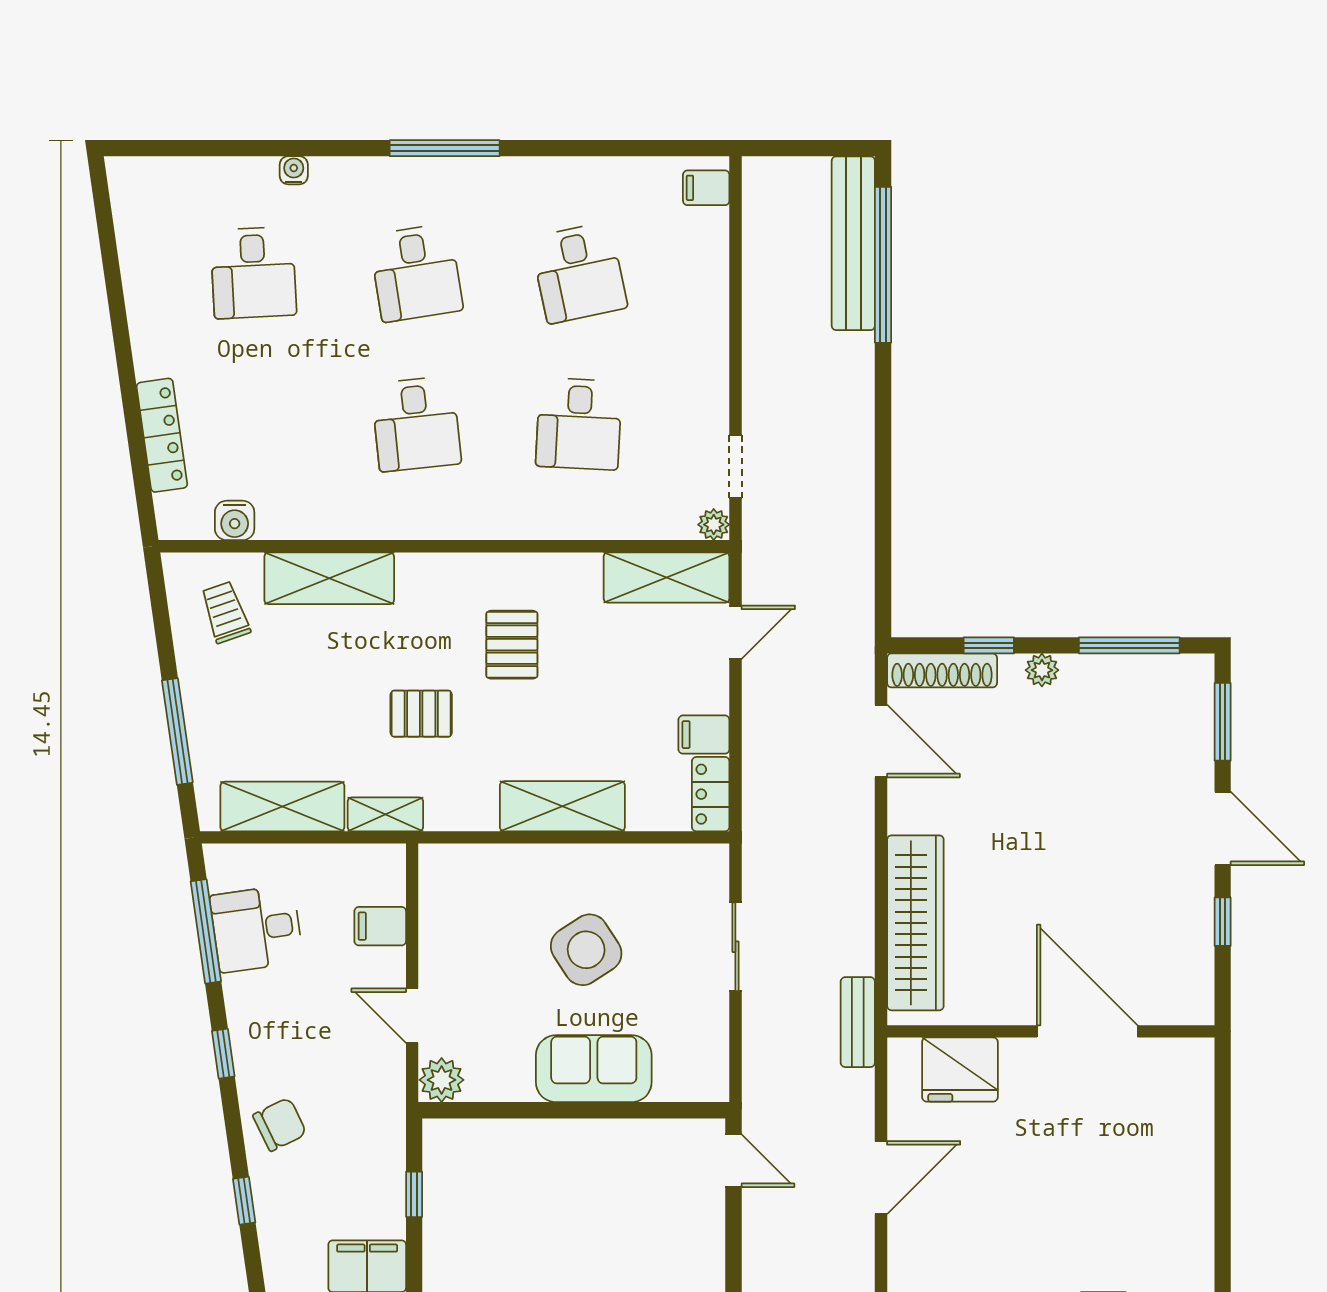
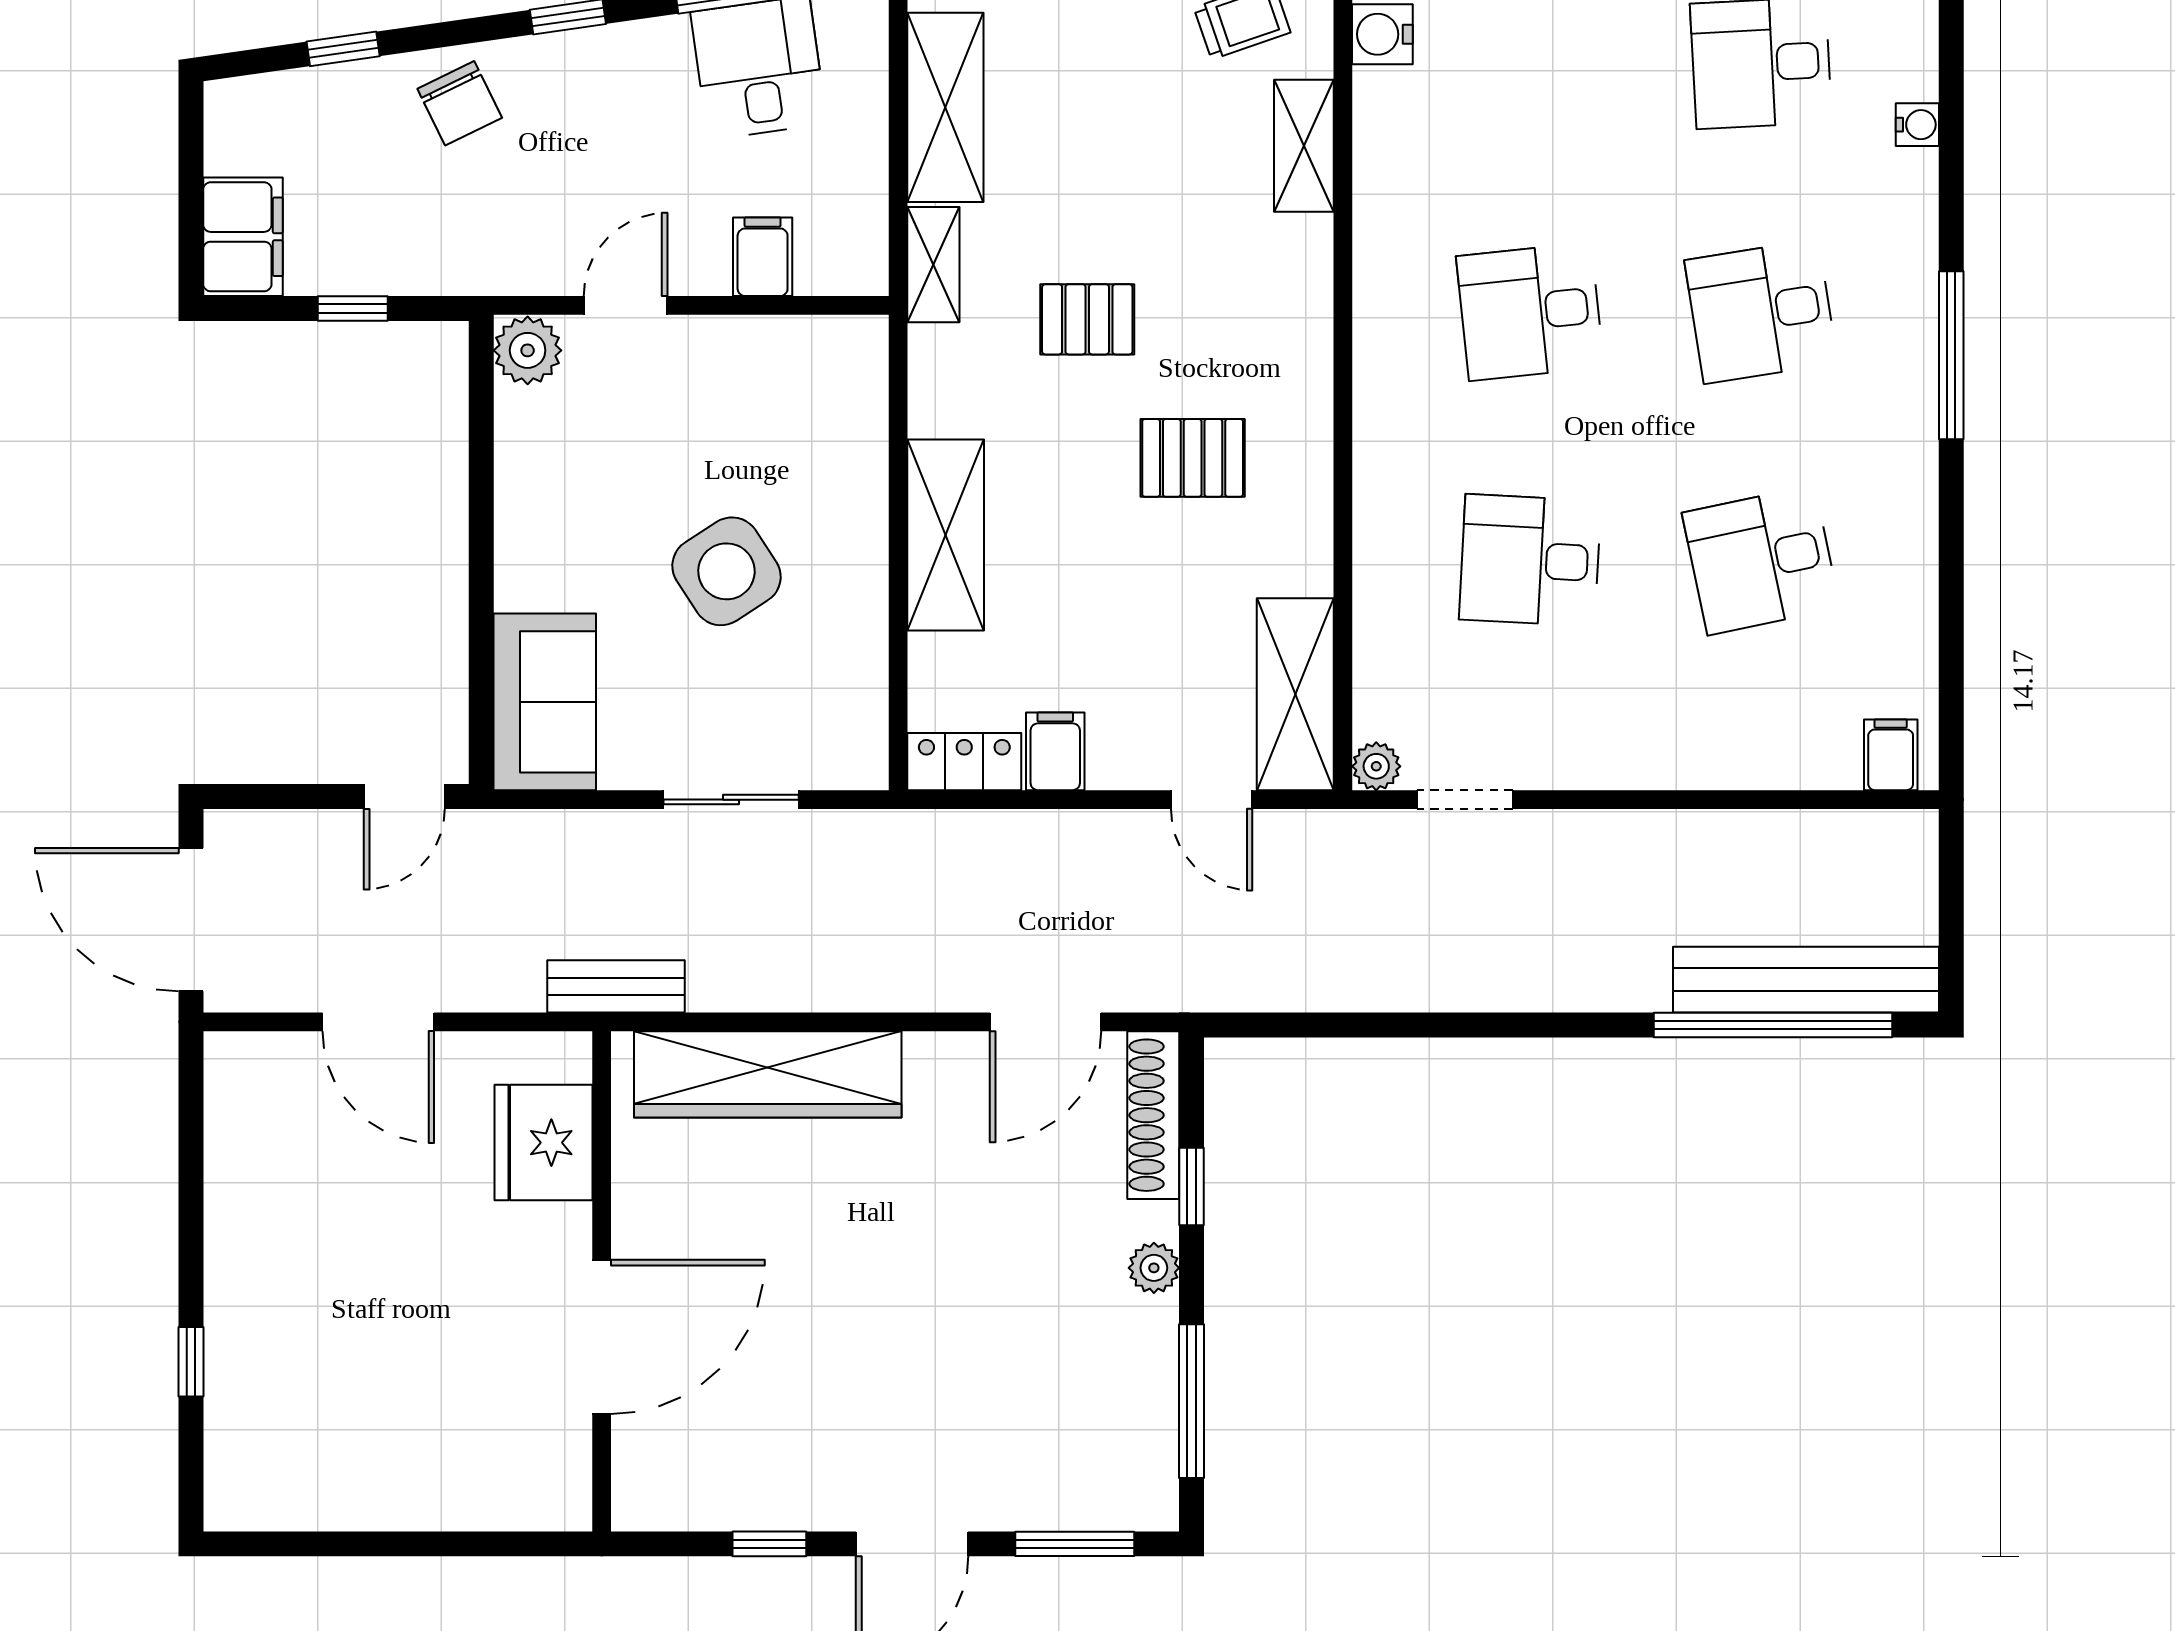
shelving: (329, 578) -> (1304, 146), width x0.67, depth x0.75
pallet: (421, 714) -> (1087, 319), turned 90
sofa: (594, 1069) -> (545, 702), moved

